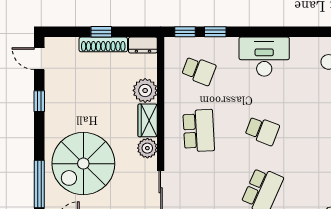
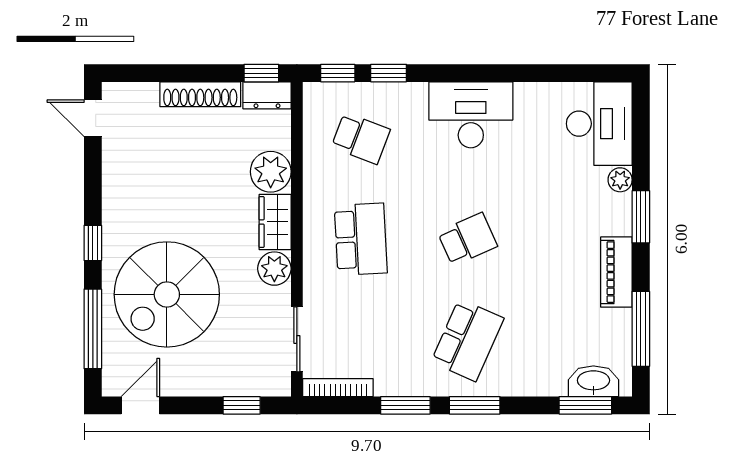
window: (101, 32) -> (261, 73), moved
window: (39, 101) -> (93, 243), moved
school desk: (262, 131) -> (467, 239), turned -45

